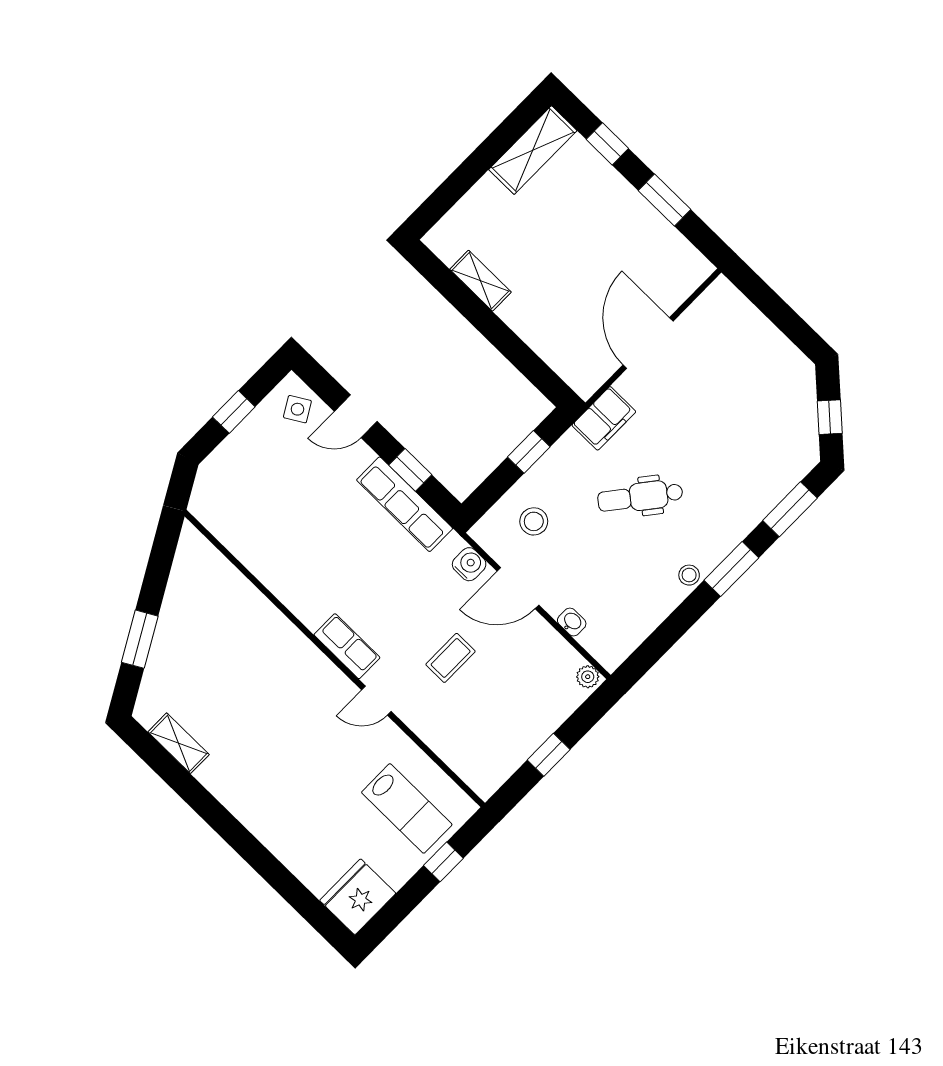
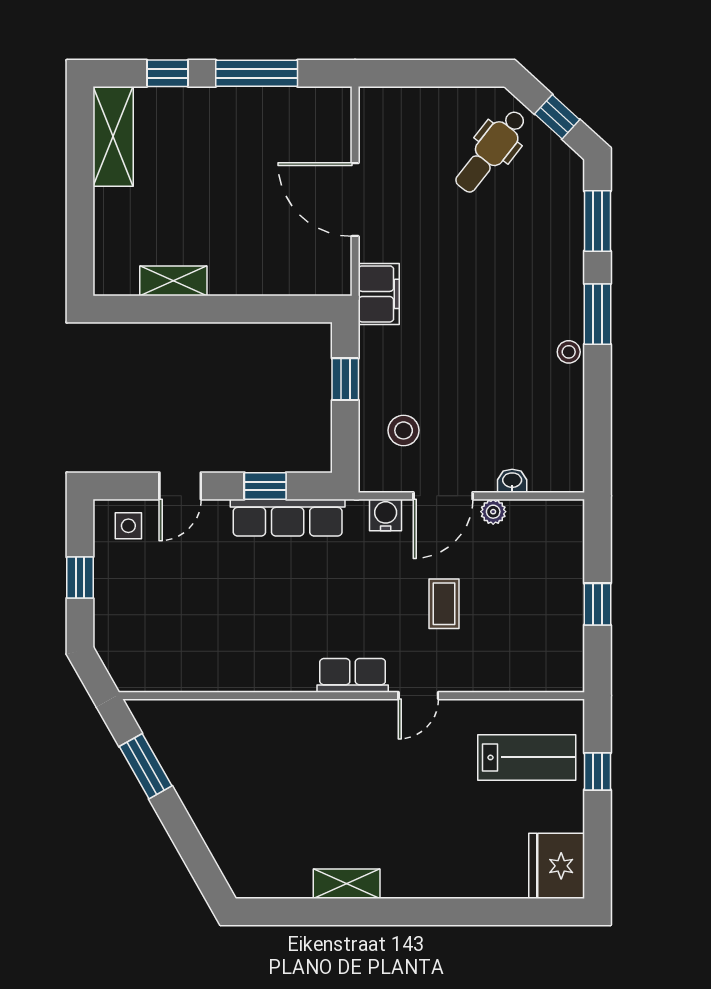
window: (665, 200) -> (257, 73), width x1.44
side table: (297, 409) -> (128, 526), turned 31
dental chair: (640, 497) -> (491, 151), moved
window: (140, 639) -> (146, 766), moved
plant: (588, 677) -> (493, 512), moved
shelving: (179, 743) -> (347, 884), moved

